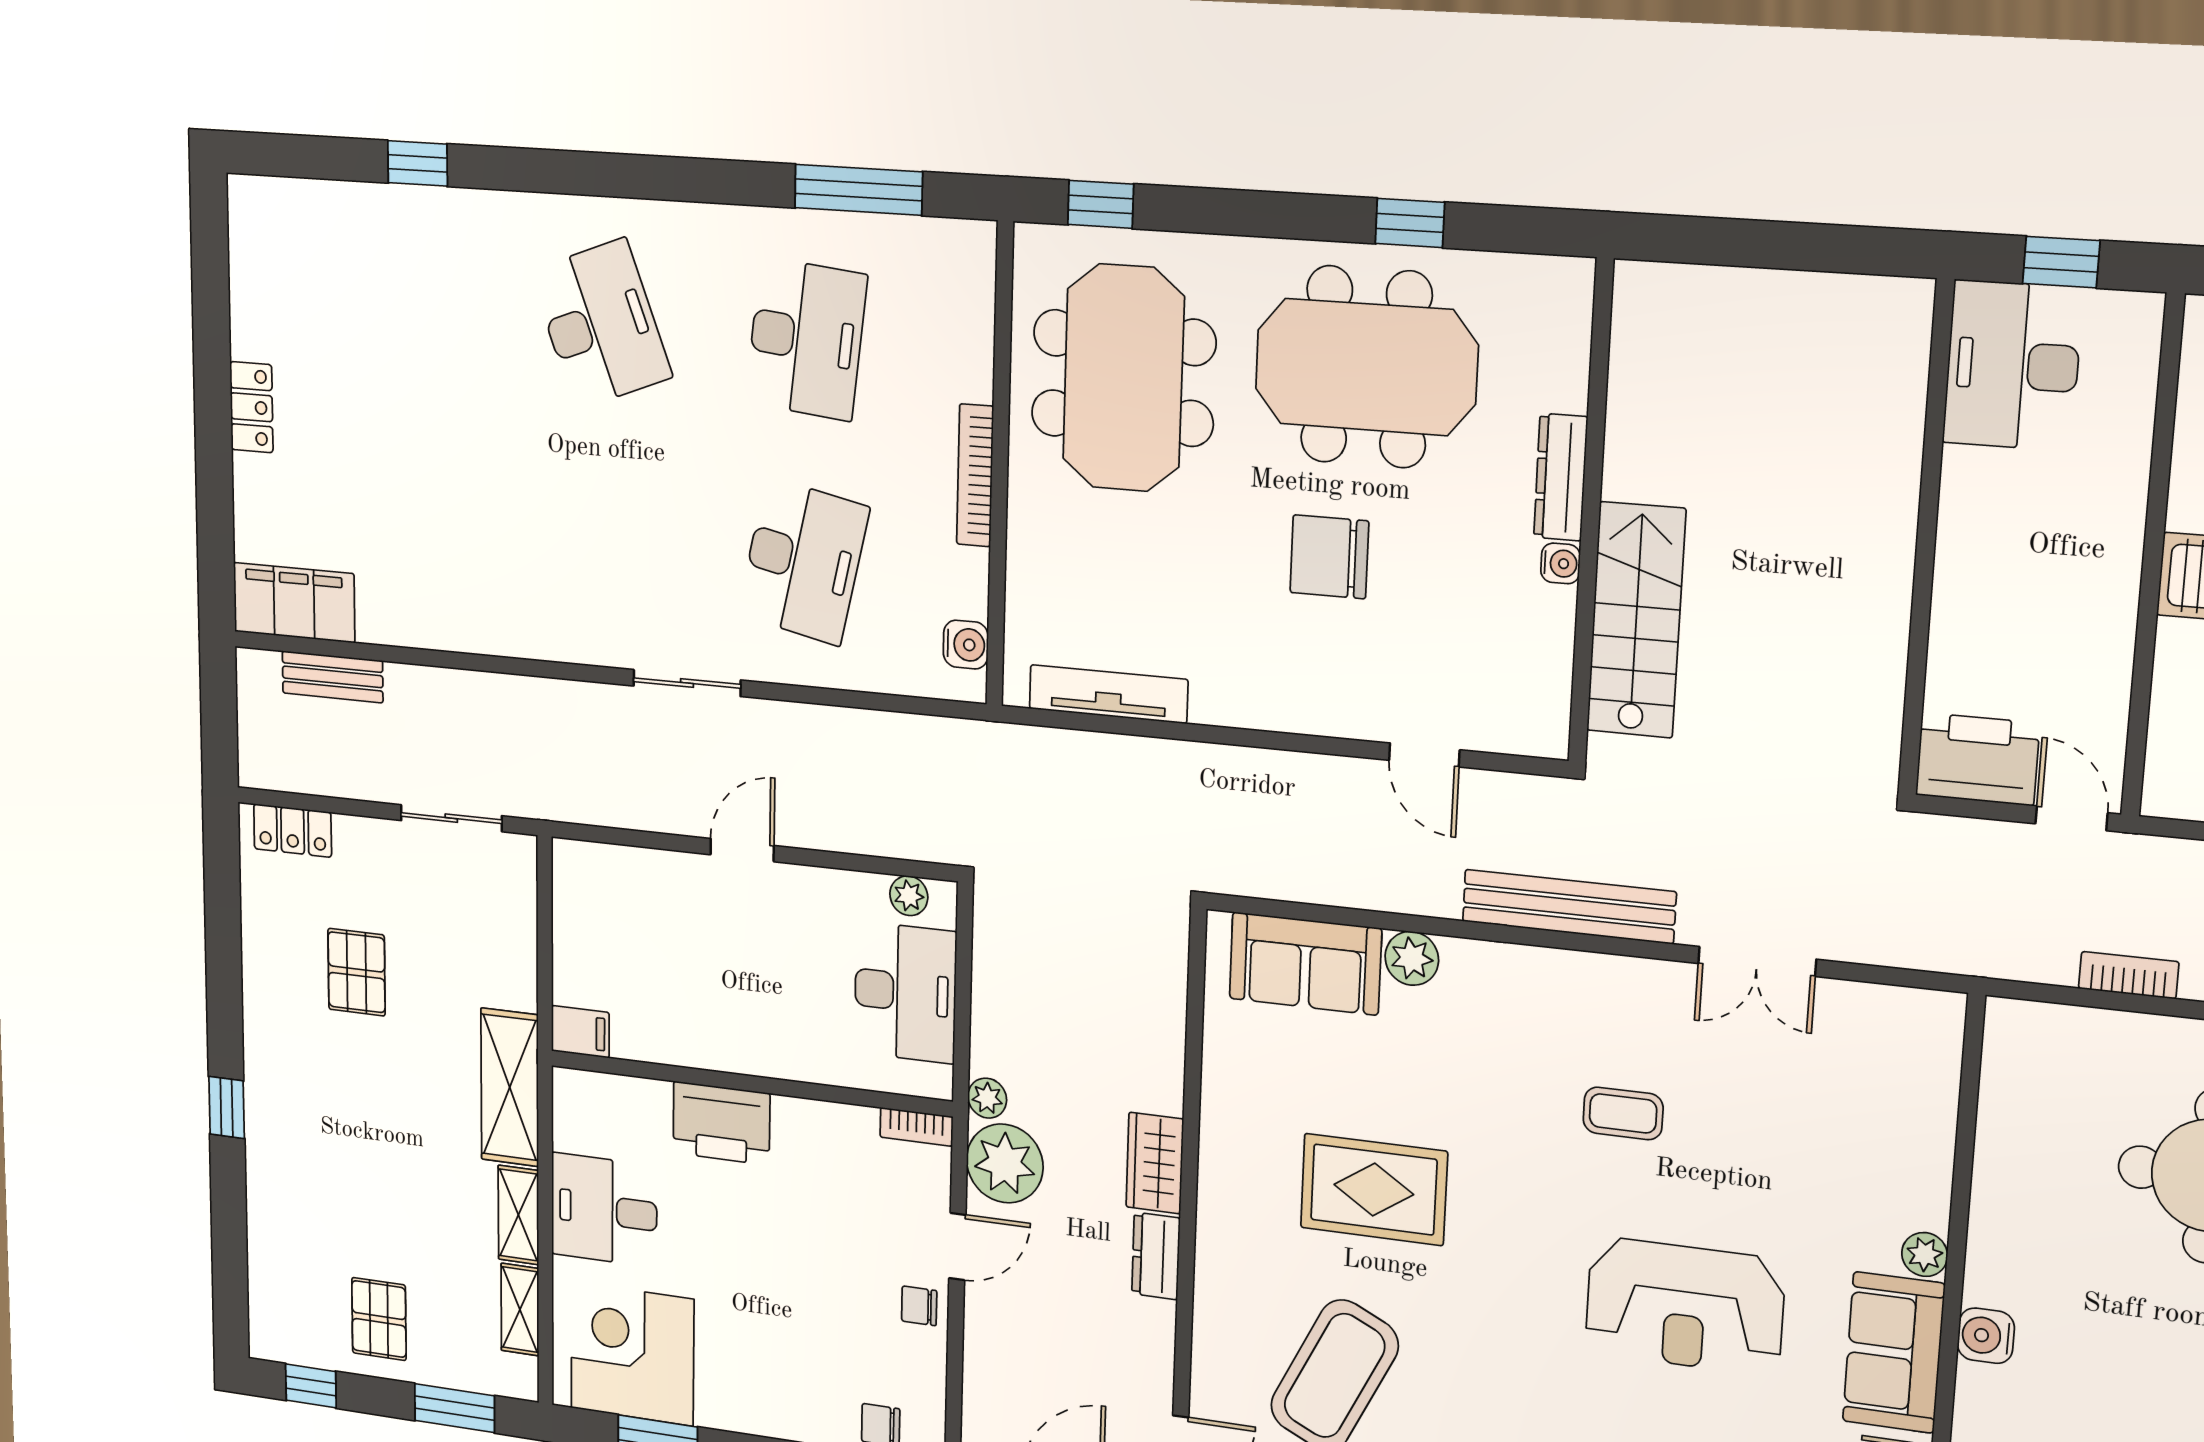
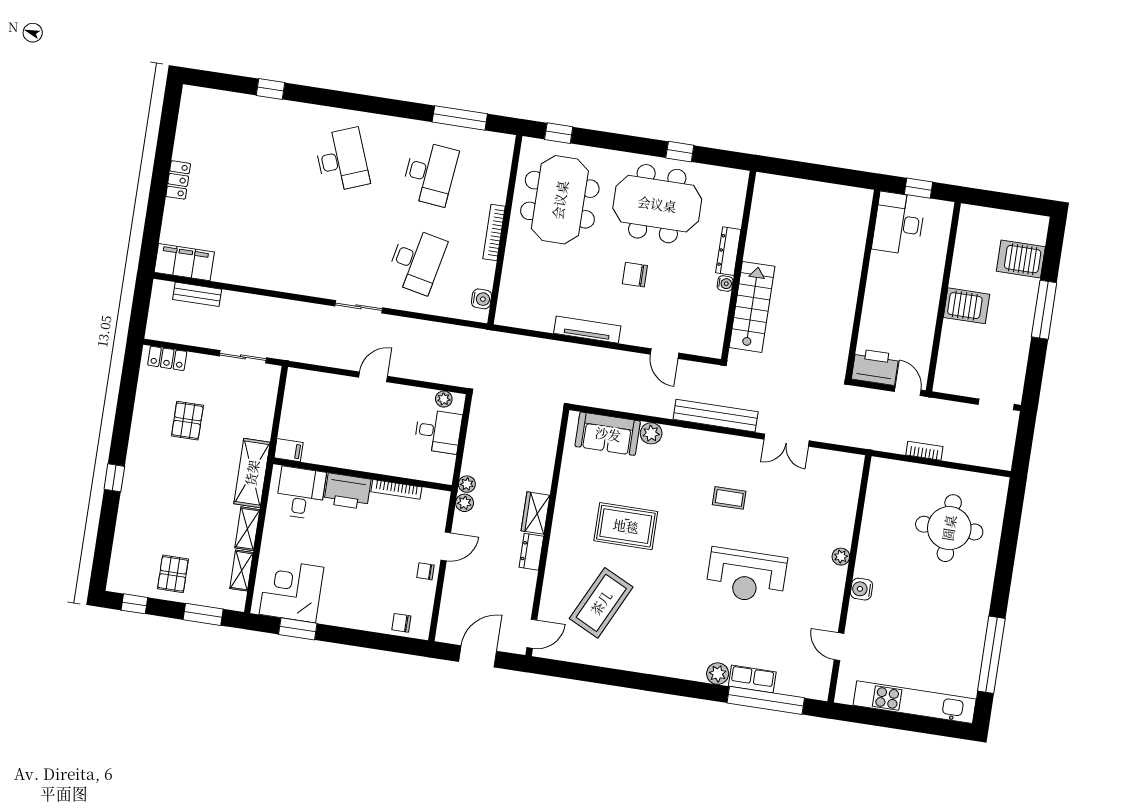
chair: (1329, 557) -> (635, 275), width x0.73, depth x0.73
tv unit: (1108, 694) -> (587, 330), moved
desk: (905, 992) -> (438, 431), width x0.73
bookcase: (916, 1127) -> (396, 489), moved, width x1.56
plant: (1005, 1163) -> (465, 503), width x0.53, depth x0.53
desk: (604, 1210) -> (301, 493), moved, turned 90
sofa: (1894, 1353) -> (826, 595), removed

